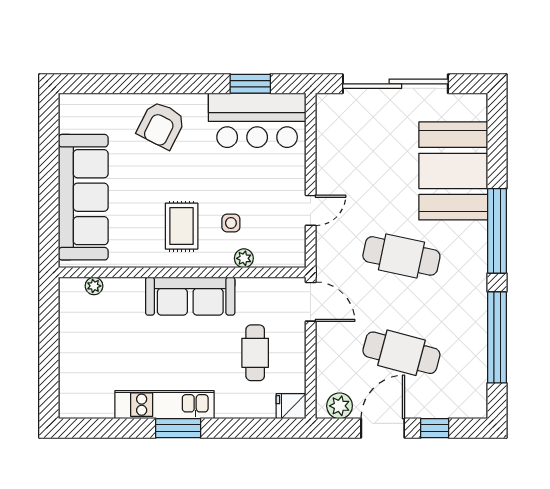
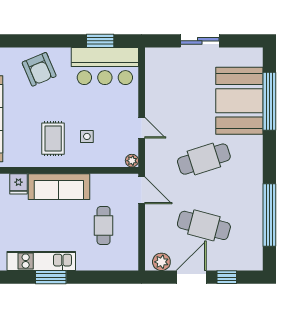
sliding door: (395, 84) -> (200, 41), width x0.54
armchair: (161, 125) -> (39, 69), turned -50
door: (311, 210) -> (142, 128), hinge flipped
window: (497, 231) -> (269, 101), moved
cafe table: (401, 256) -> (204, 159), turned -30
plant: (244, 258) -> (132, 161), moved
fridge: (291, 406) -> (18, 184), moved, turned -90

